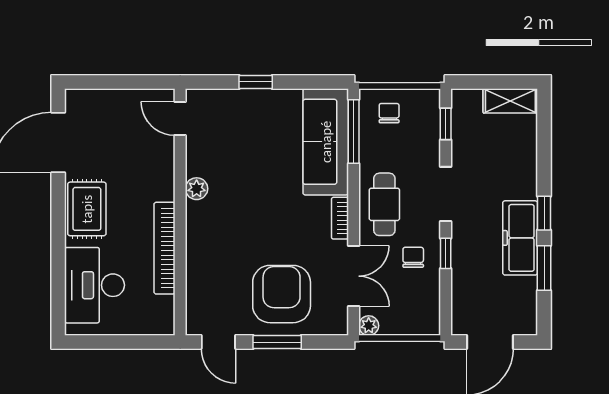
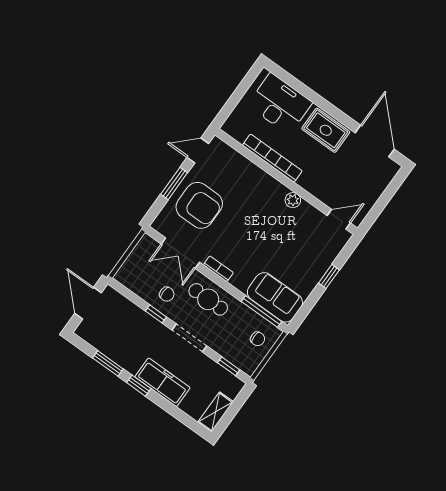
sofa: (326, 142) -> (275, 297), width x0.73
freezer: (520, 238) -> (162, 382), moved
plant: (369, 326) -> (146, 242), removed

